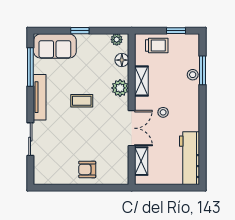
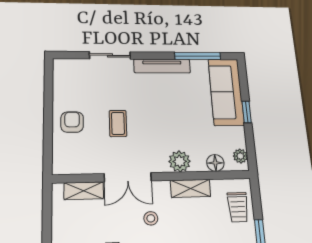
sofa: (55, 46) -> (226, 92), width x1.36
coffee table: (82, 101) -> (118, 123), moved

